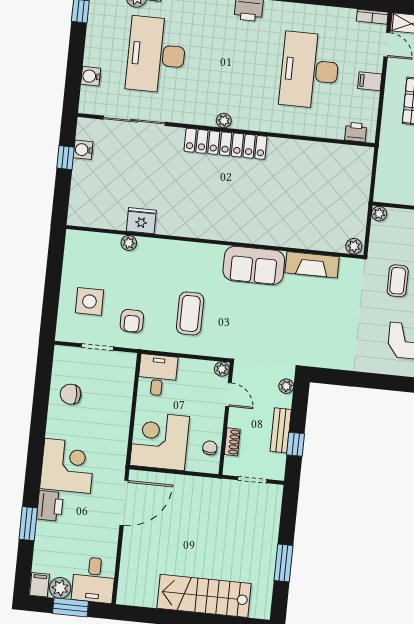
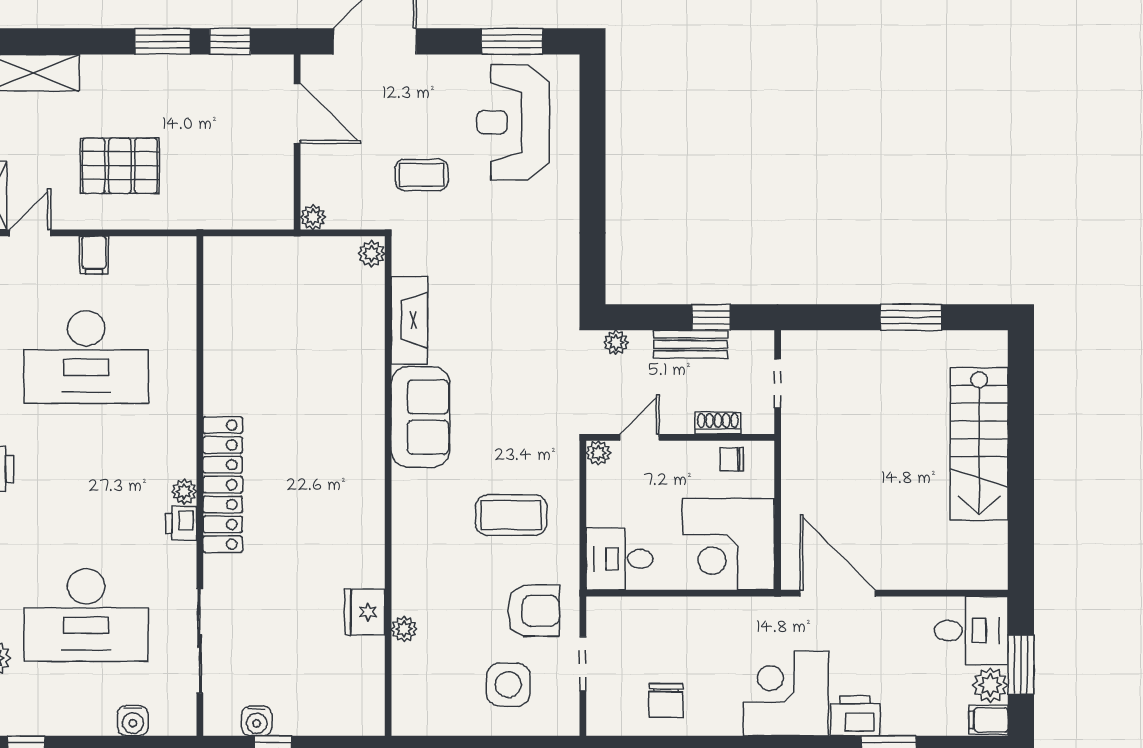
printer: (356, 132) -> (181, 523), moved
armchair: (132, 321) -> (533, 611), width x1.38, depth x1.38

